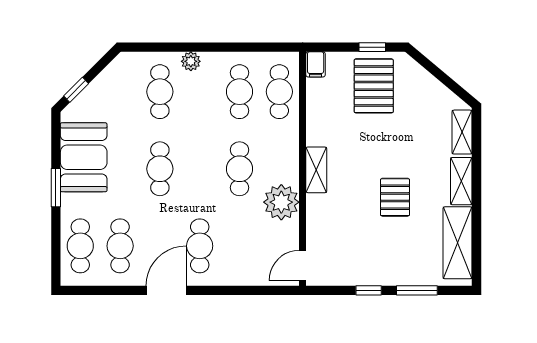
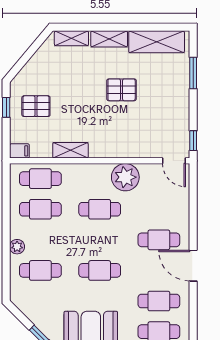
pallet: (374, 86) -> (36, 106), width x0.67, depth x0.71
shelving: (316, 170) -> (70, 150), moved
window: (369, 290) -> (193, 141), moved

